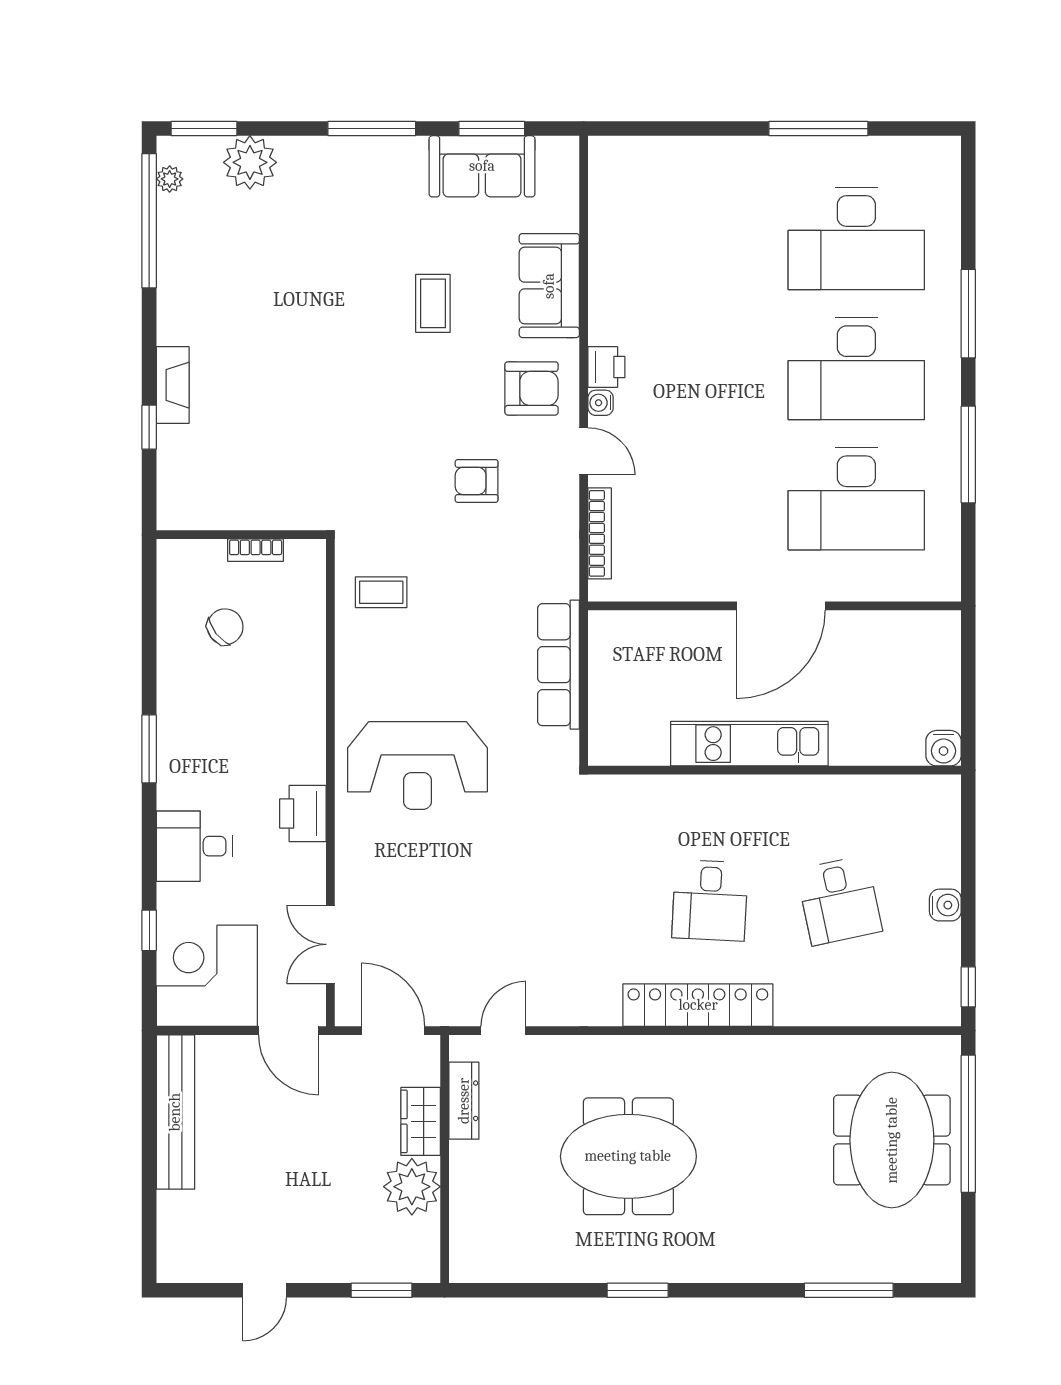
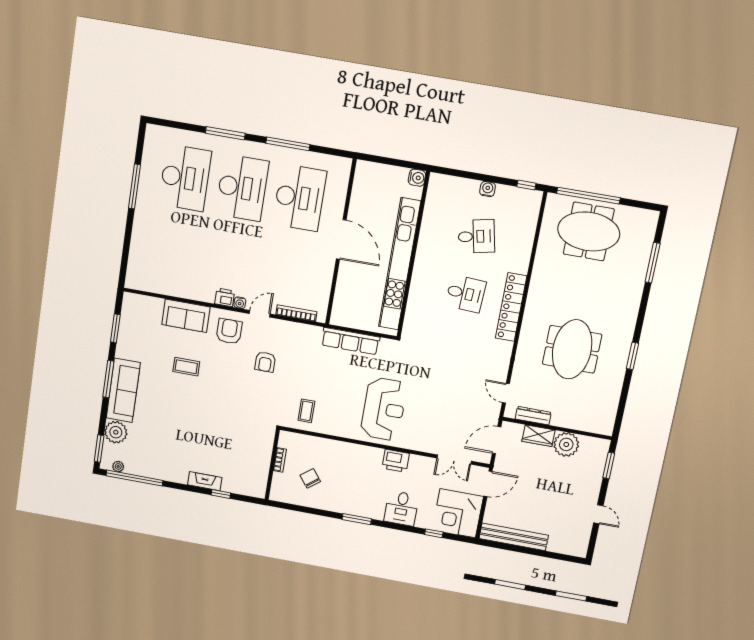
sofa: (482, 166) -> (123, 390), moved, width x1.36
kitchen unit: (749, 744) -> (400, 264), width x1.86

